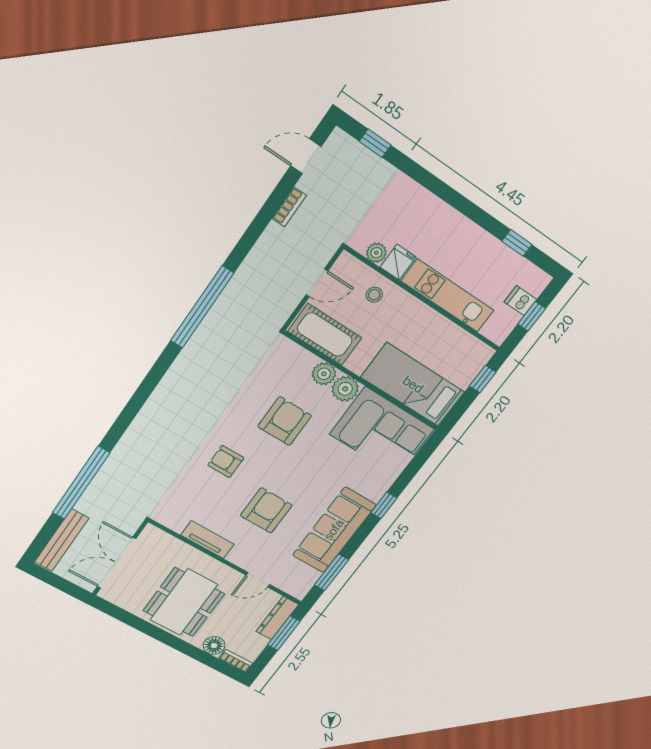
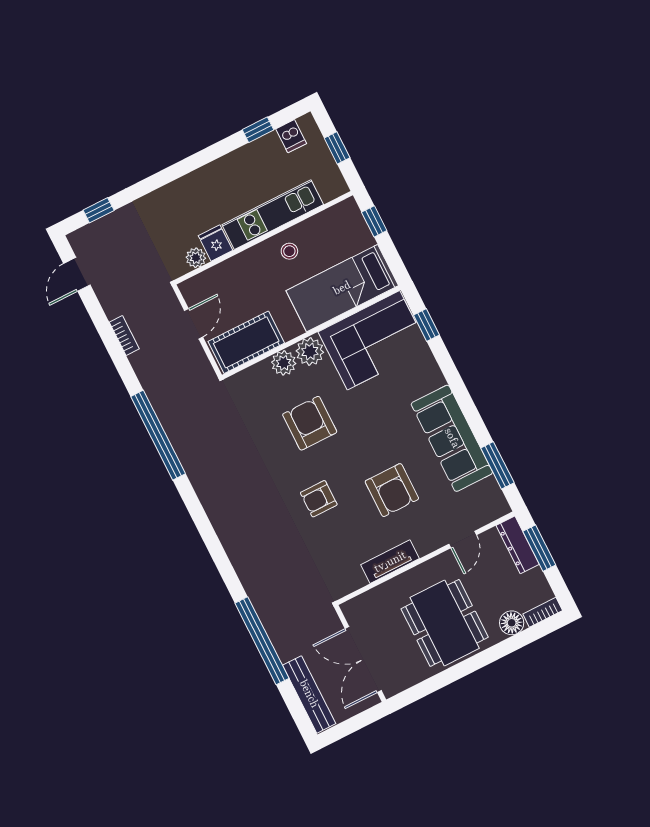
bookcase: (289, 207) -> (124, 336), moved
stool: (374, 295) -> (289, 251), moved
dishwasher: (520, 301) -> (291, 136), moved, turned -90
window: (384, 505) -> (427, 325), moved
armchair: (266, 510) -> (392, 490), turned 180

